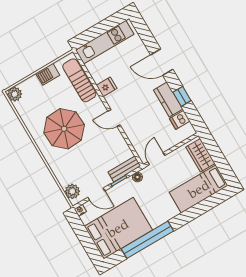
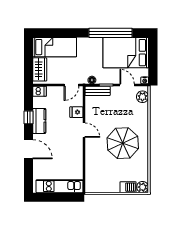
barbecue: (48, 74) -> (128, 187), moved
sun lounger: (79, 80) -> (93, 170), removed
fridge: (107, 87) -> (76, 112), moved
dishwasher: (180, 120) -> (40, 91), moved

